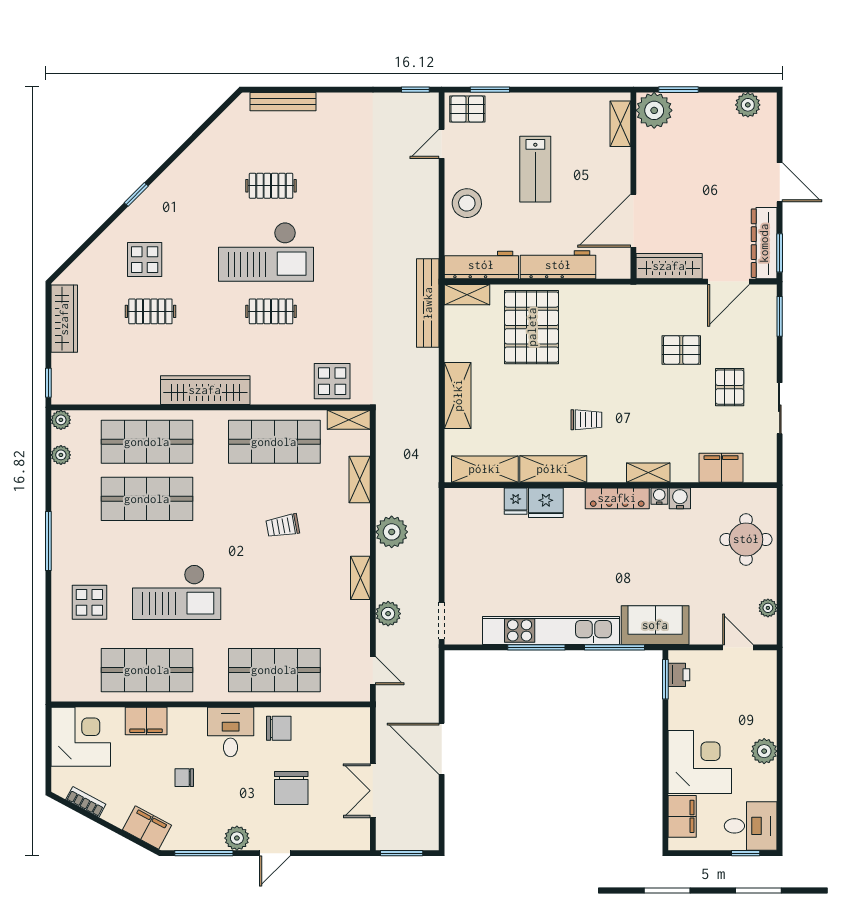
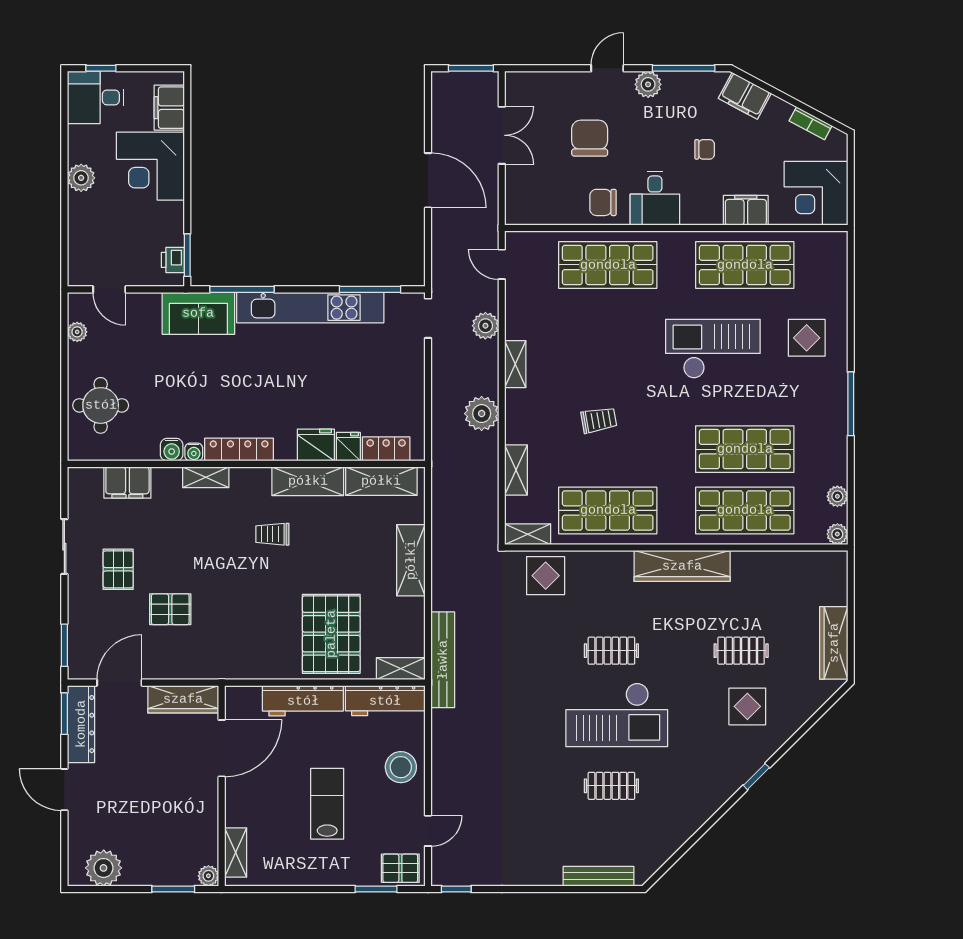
plant: (748, 105) -> (104, 868), width x1.36, depth x1.36
plant: (654, 110) -> (208, 876), width x0.53, depth x0.53
checkout: (266, 252) -> (617, 715), turned 180
window: (48, 383) -> (851, 574), removed
locker: (481, 499) -> (386, 449), added
window: (536, 647) -> (370, 289), moved

